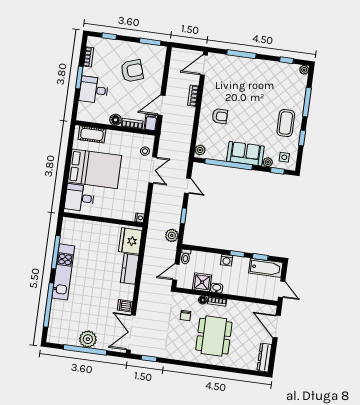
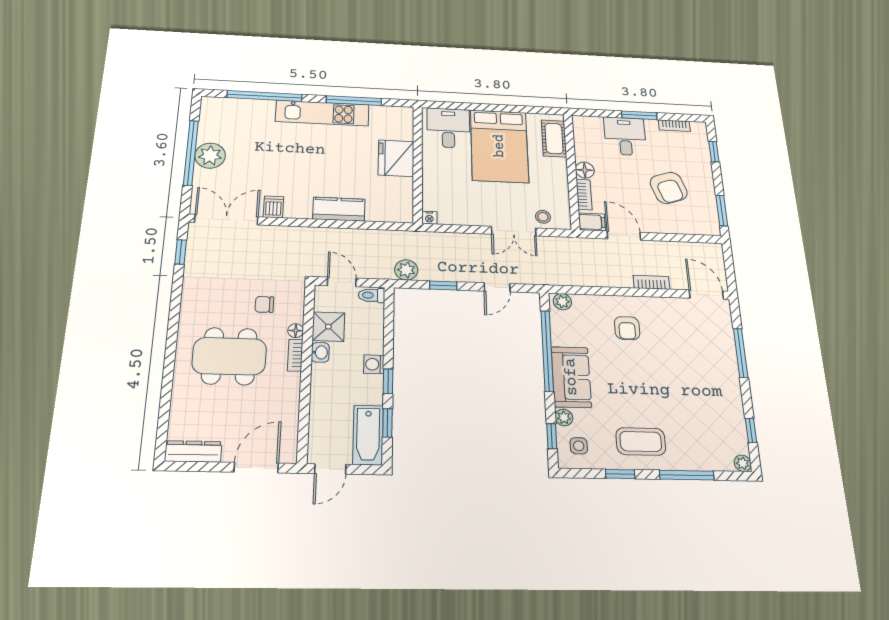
fridge: (130, 241) -> (396, 158), moved, turned -90

